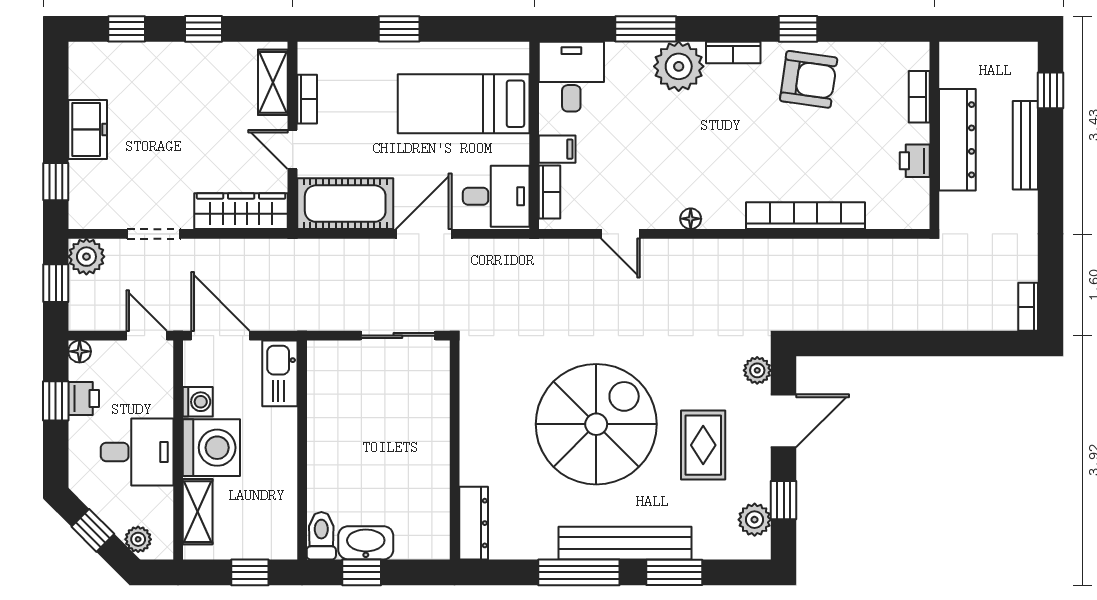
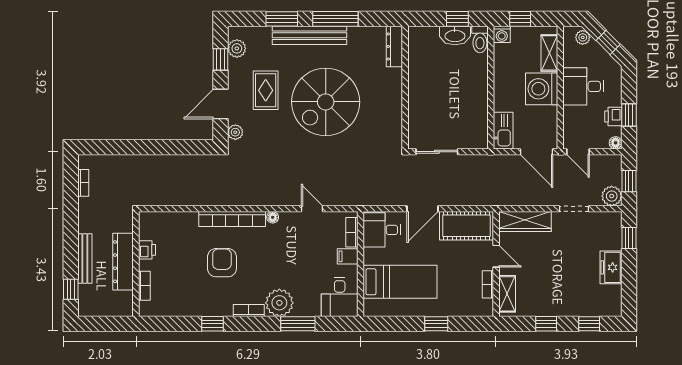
armchair: (809, 79) -> (222, 263), moved, turned 82
bookcase: (805, 216) -> (232, 219), moved
bookcase: (1028, 307) -> (83, 183), moved
washing machine: (198, 402) -> (502, 34), moved, turned -90

